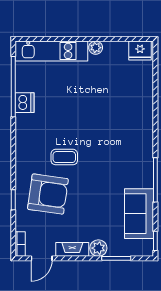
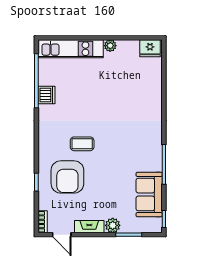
armchair: (48, 194) -> (67, 177), turned 82
door: (42, 258) -> (62, 235), hinge flipped

